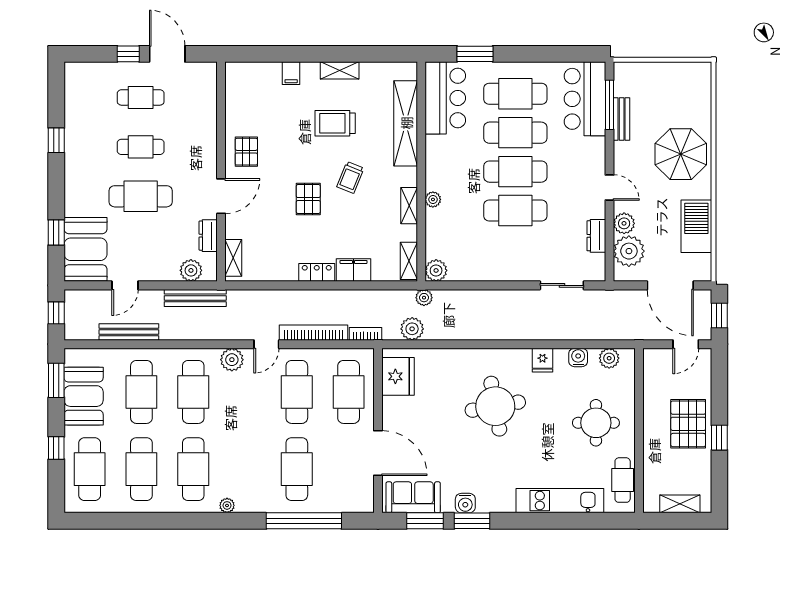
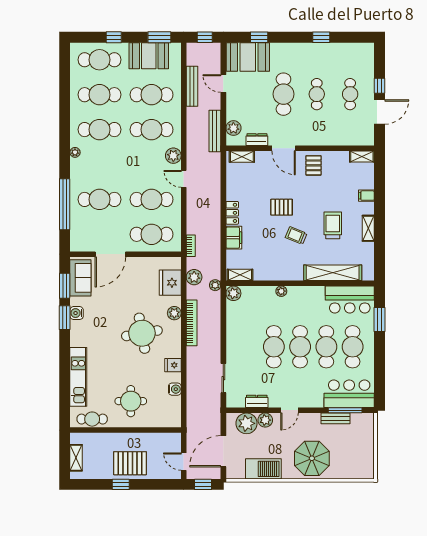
pallet: (246, 152) -> (314, 165), turned 90
shelving: (409, 206) -> (362, 157), moved
bookcase: (314, 333) -> (192, 323), moved
plant: (609, 358) -> (174, 313), moved
fridge: (398, 376) -> (170, 283), moved, turned 90

